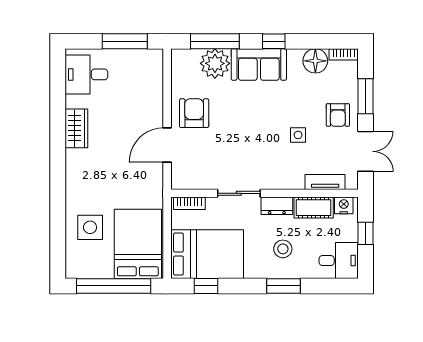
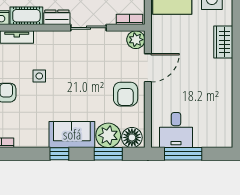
window: (215, 41) -> (108, 154), width x0.69
floor lamp: (315, 61) -> (132, 137), moved
desk: (86, 74) -> (176, 130), moved, turned 90
wardrobe: (76, 128) -> (223, 42), moved
plant: (182, 179) -> (136, 40), added

